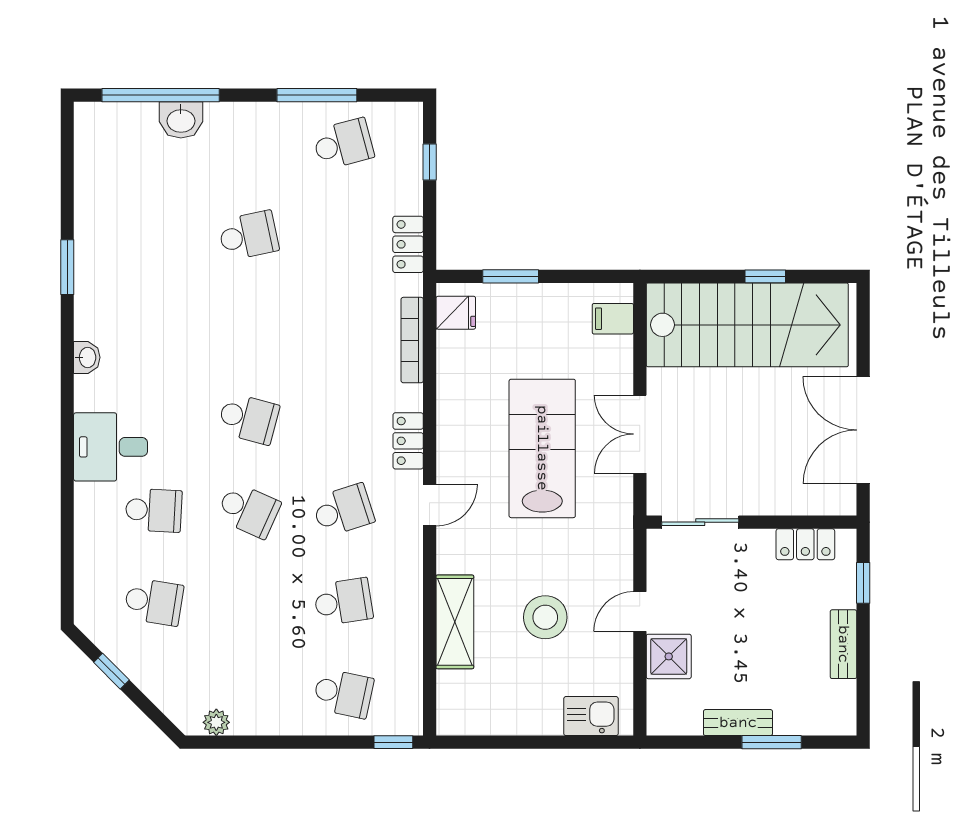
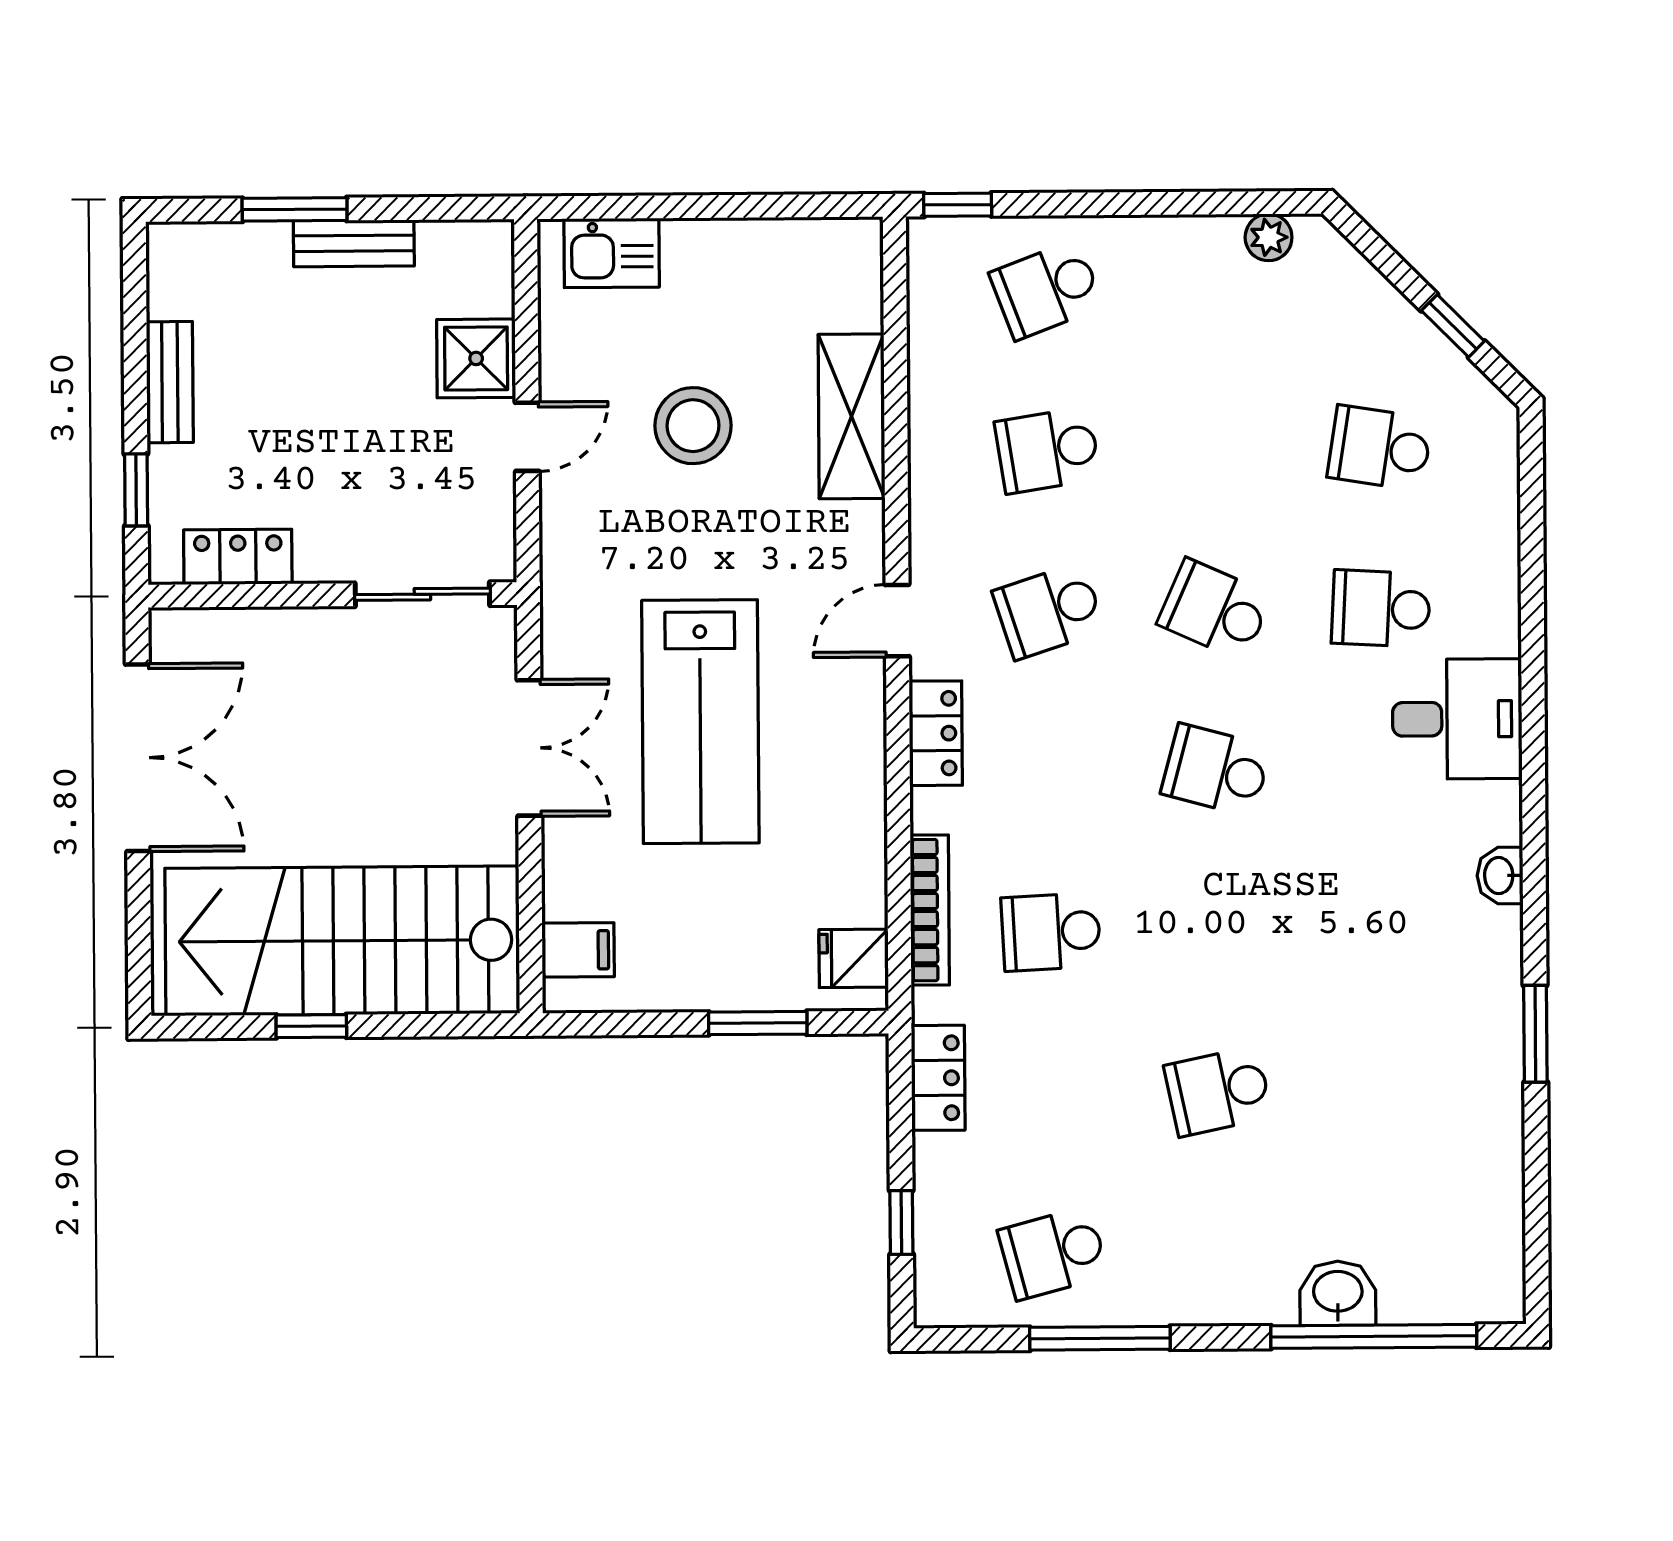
school desk: (343, 327) -> (1051, 932), added
school desk: (343, 693) -> (1046, 290), turned -33

